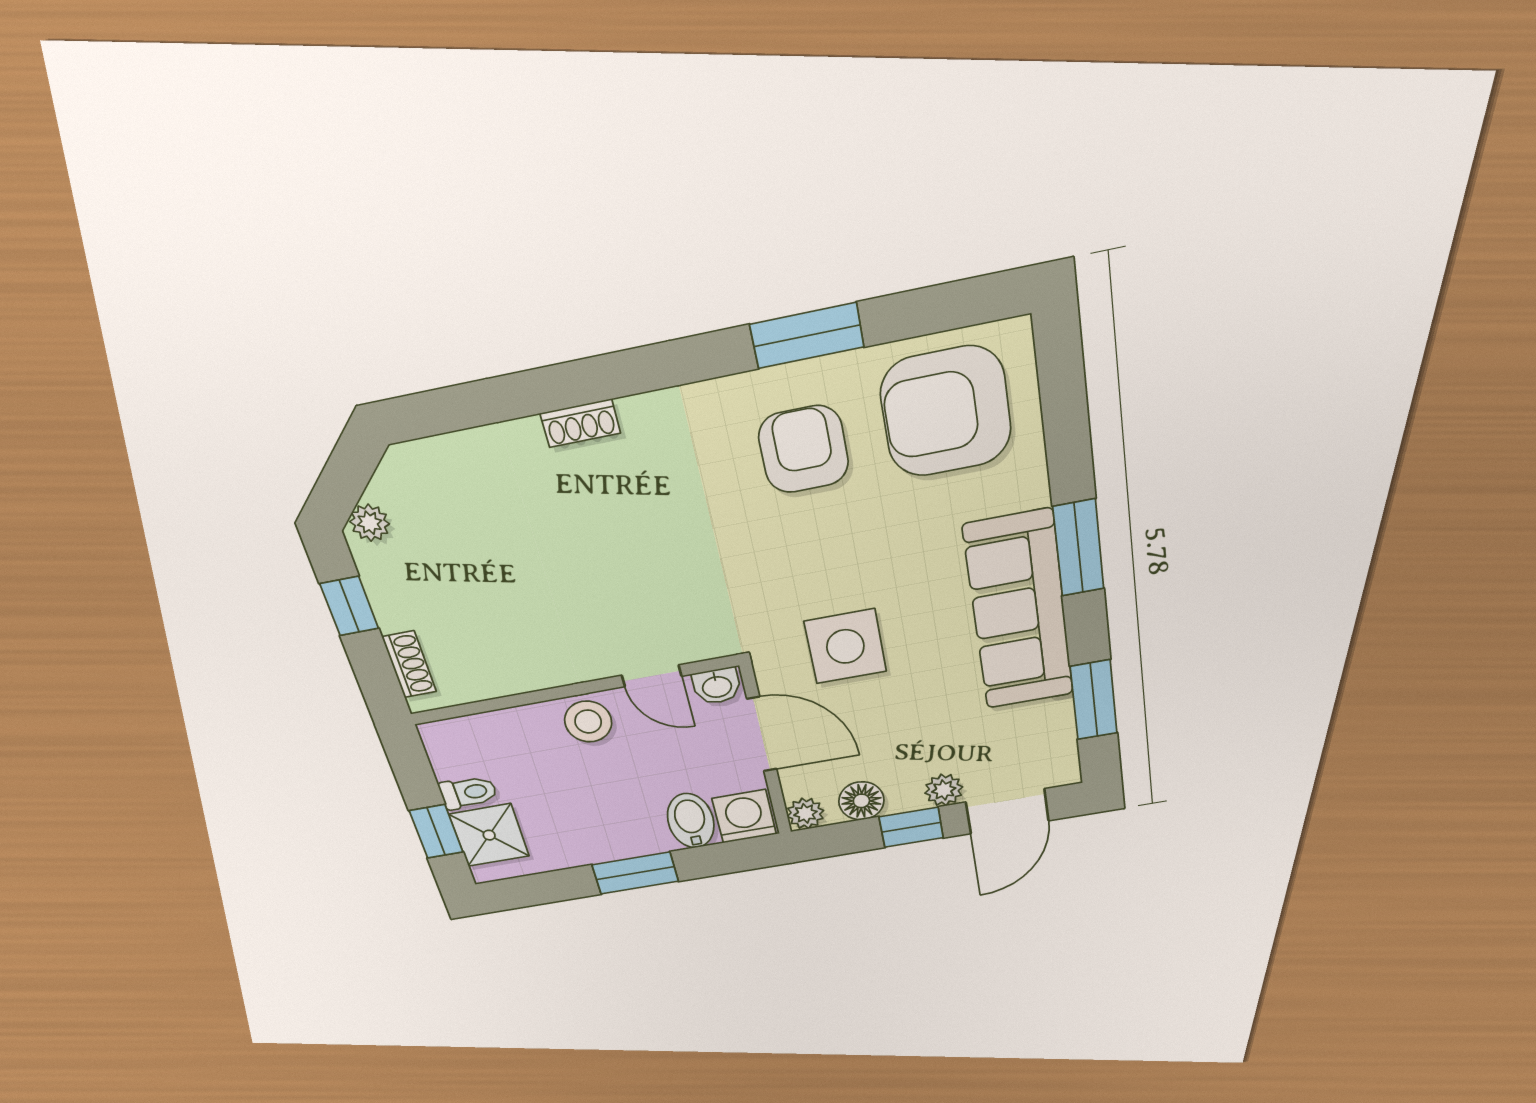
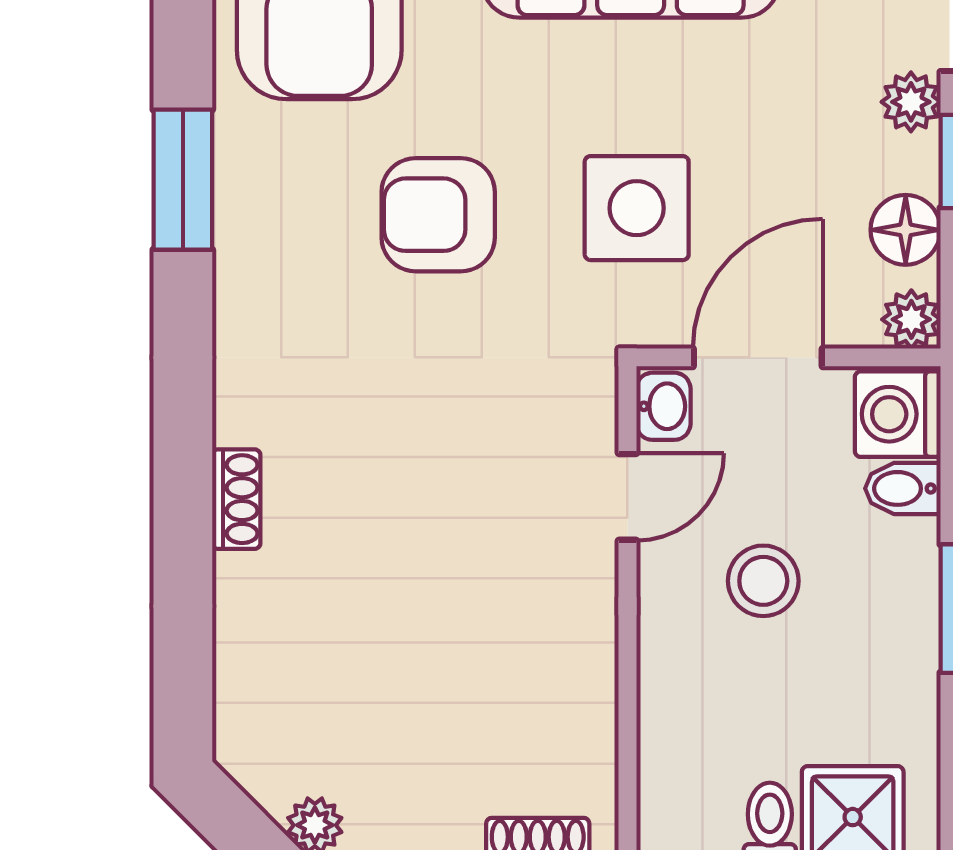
armchair: (804, 449) -> (438, 215), moved
stool: (588, 722) -> (763, 581), moved
bidet: (691, 821) -> (903, 488), width x0.72, depth x0.74

